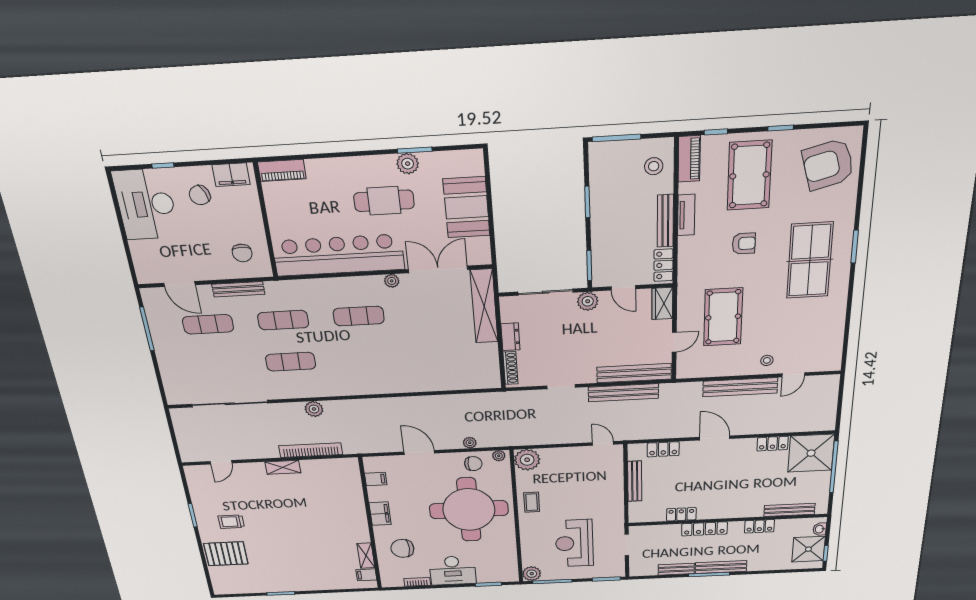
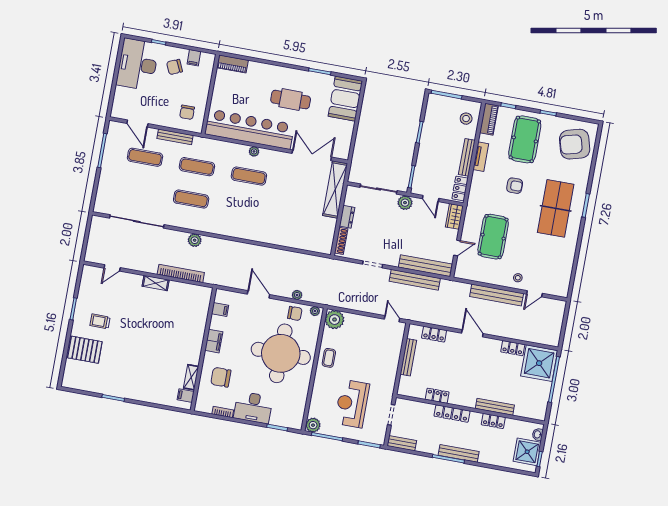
plant: (408, 164) -> (313, 79), removed
filing cabinet: (231, 175) -> (194, 58), width x0.50
booth: (467, 207) -> (345, 99), moved
plant: (392, 281) -> (254, 151), moved
bench: (789, 510) -> (495, 407), moved
bench: (676, 569) -> (402, 443), moved

